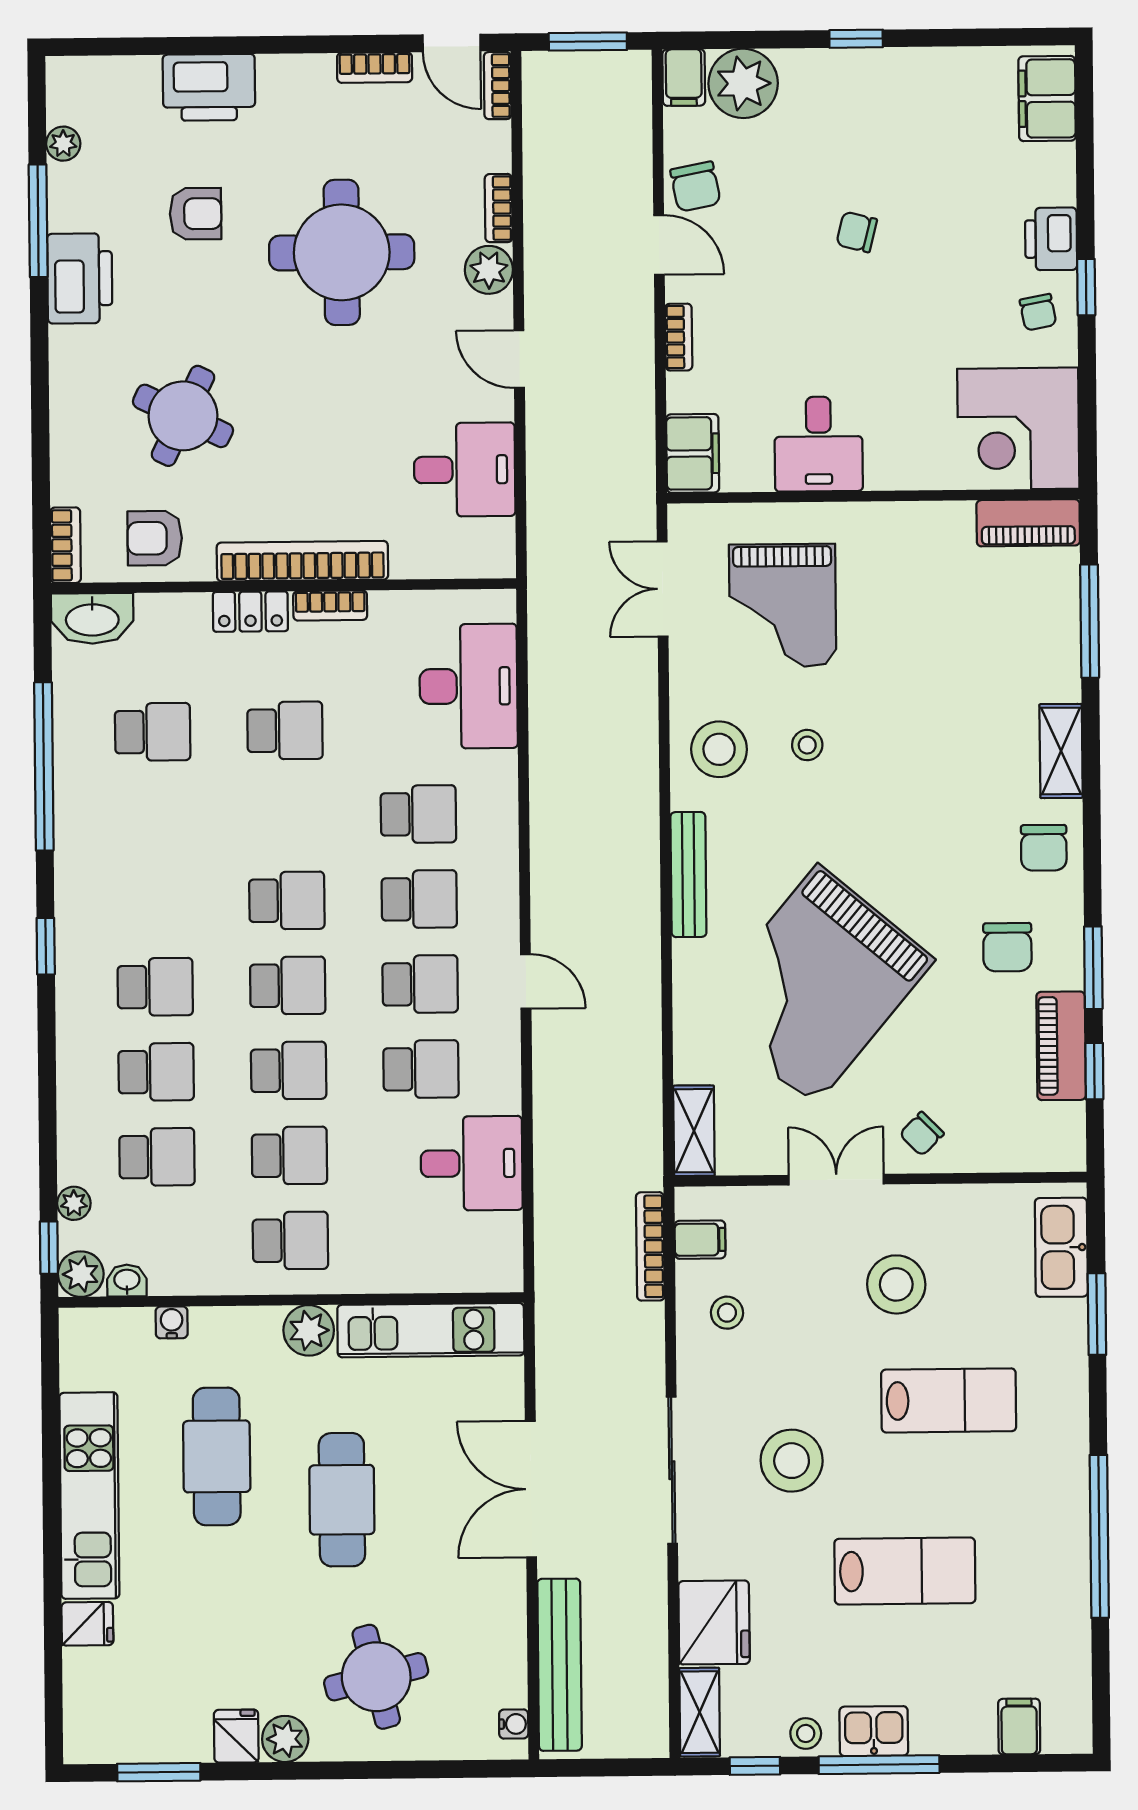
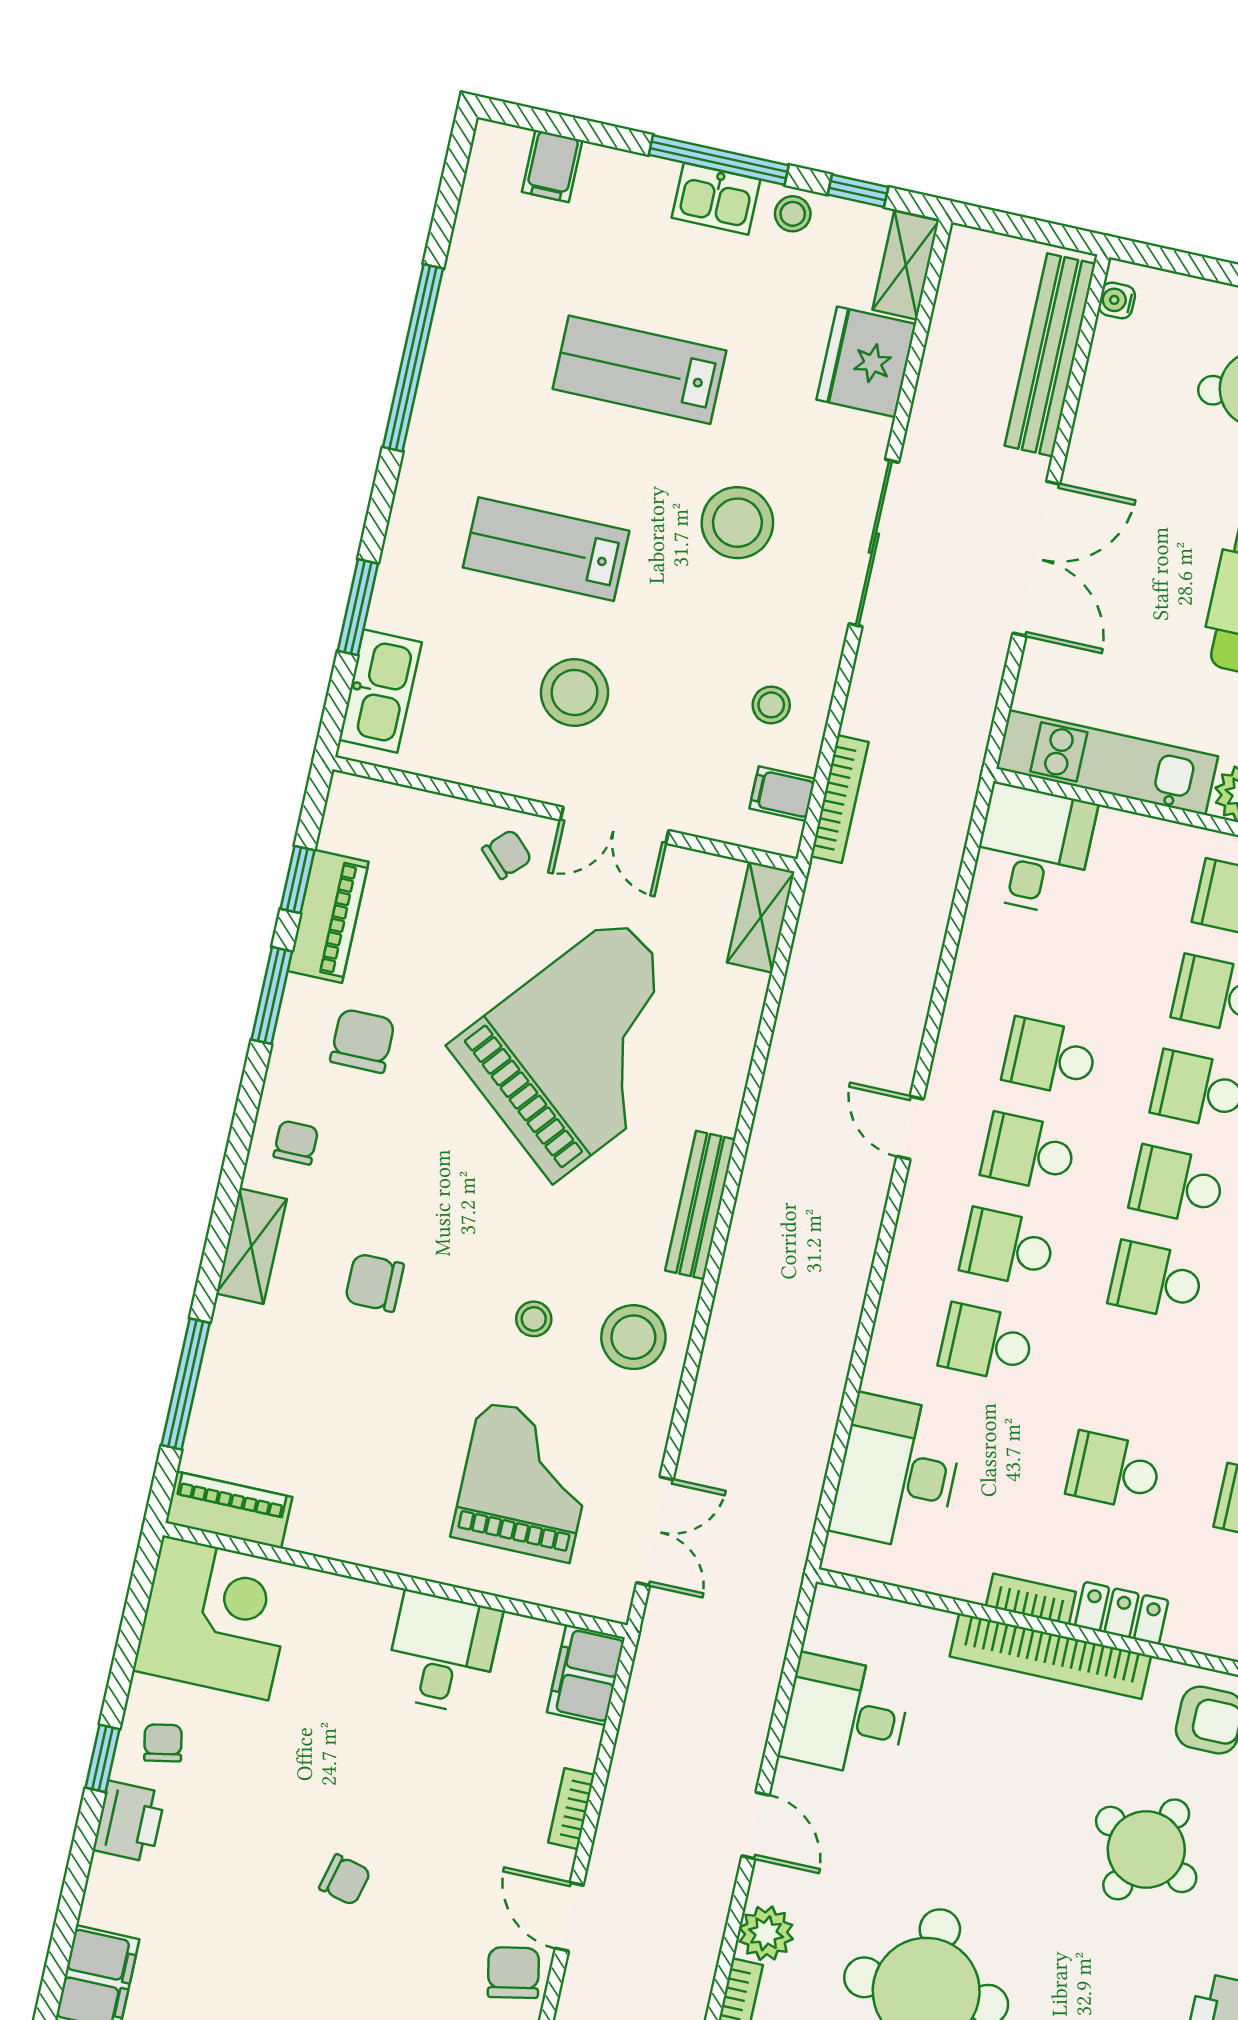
chair: (949, 744) -> (374, 1283), added
chair: (1044, 848) -> (296, 1143), width x0.73, depth x0.73
desk: (472, 1163) -> (1033, 849), moved, turned 90

